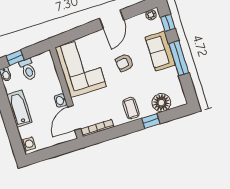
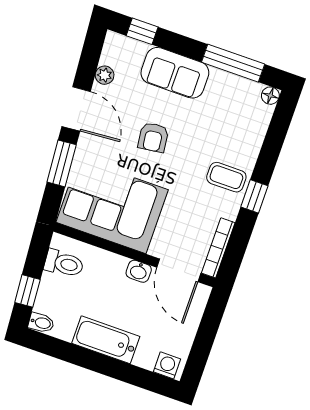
plant: (151, 15) -> (105, 75), moved
window: (83, 31) -> (62, 163), added
window: (179, 58) -> (233, 63), moved
toilet: (28, 69) -> (64, 264), moved
floor lamp: (161, 103) -> (270, 96), moved, width x0.53, depth x0.53
window: (151, 121) -> (254, 196), moved

